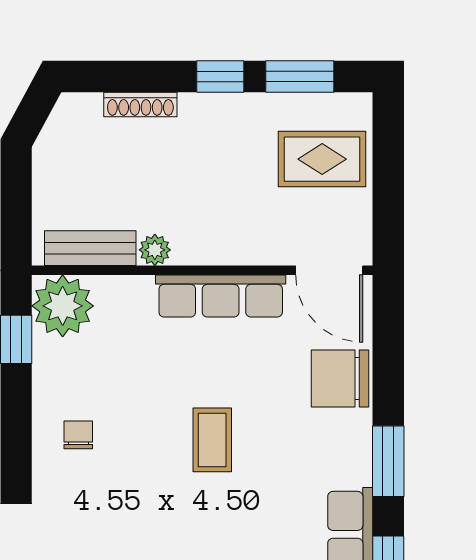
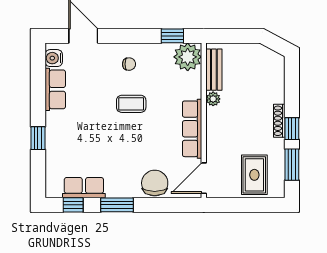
shoe rack: (140, 104) -> (279, 121), moved
coffee table: (212, 440) -> (131, 104), moved

